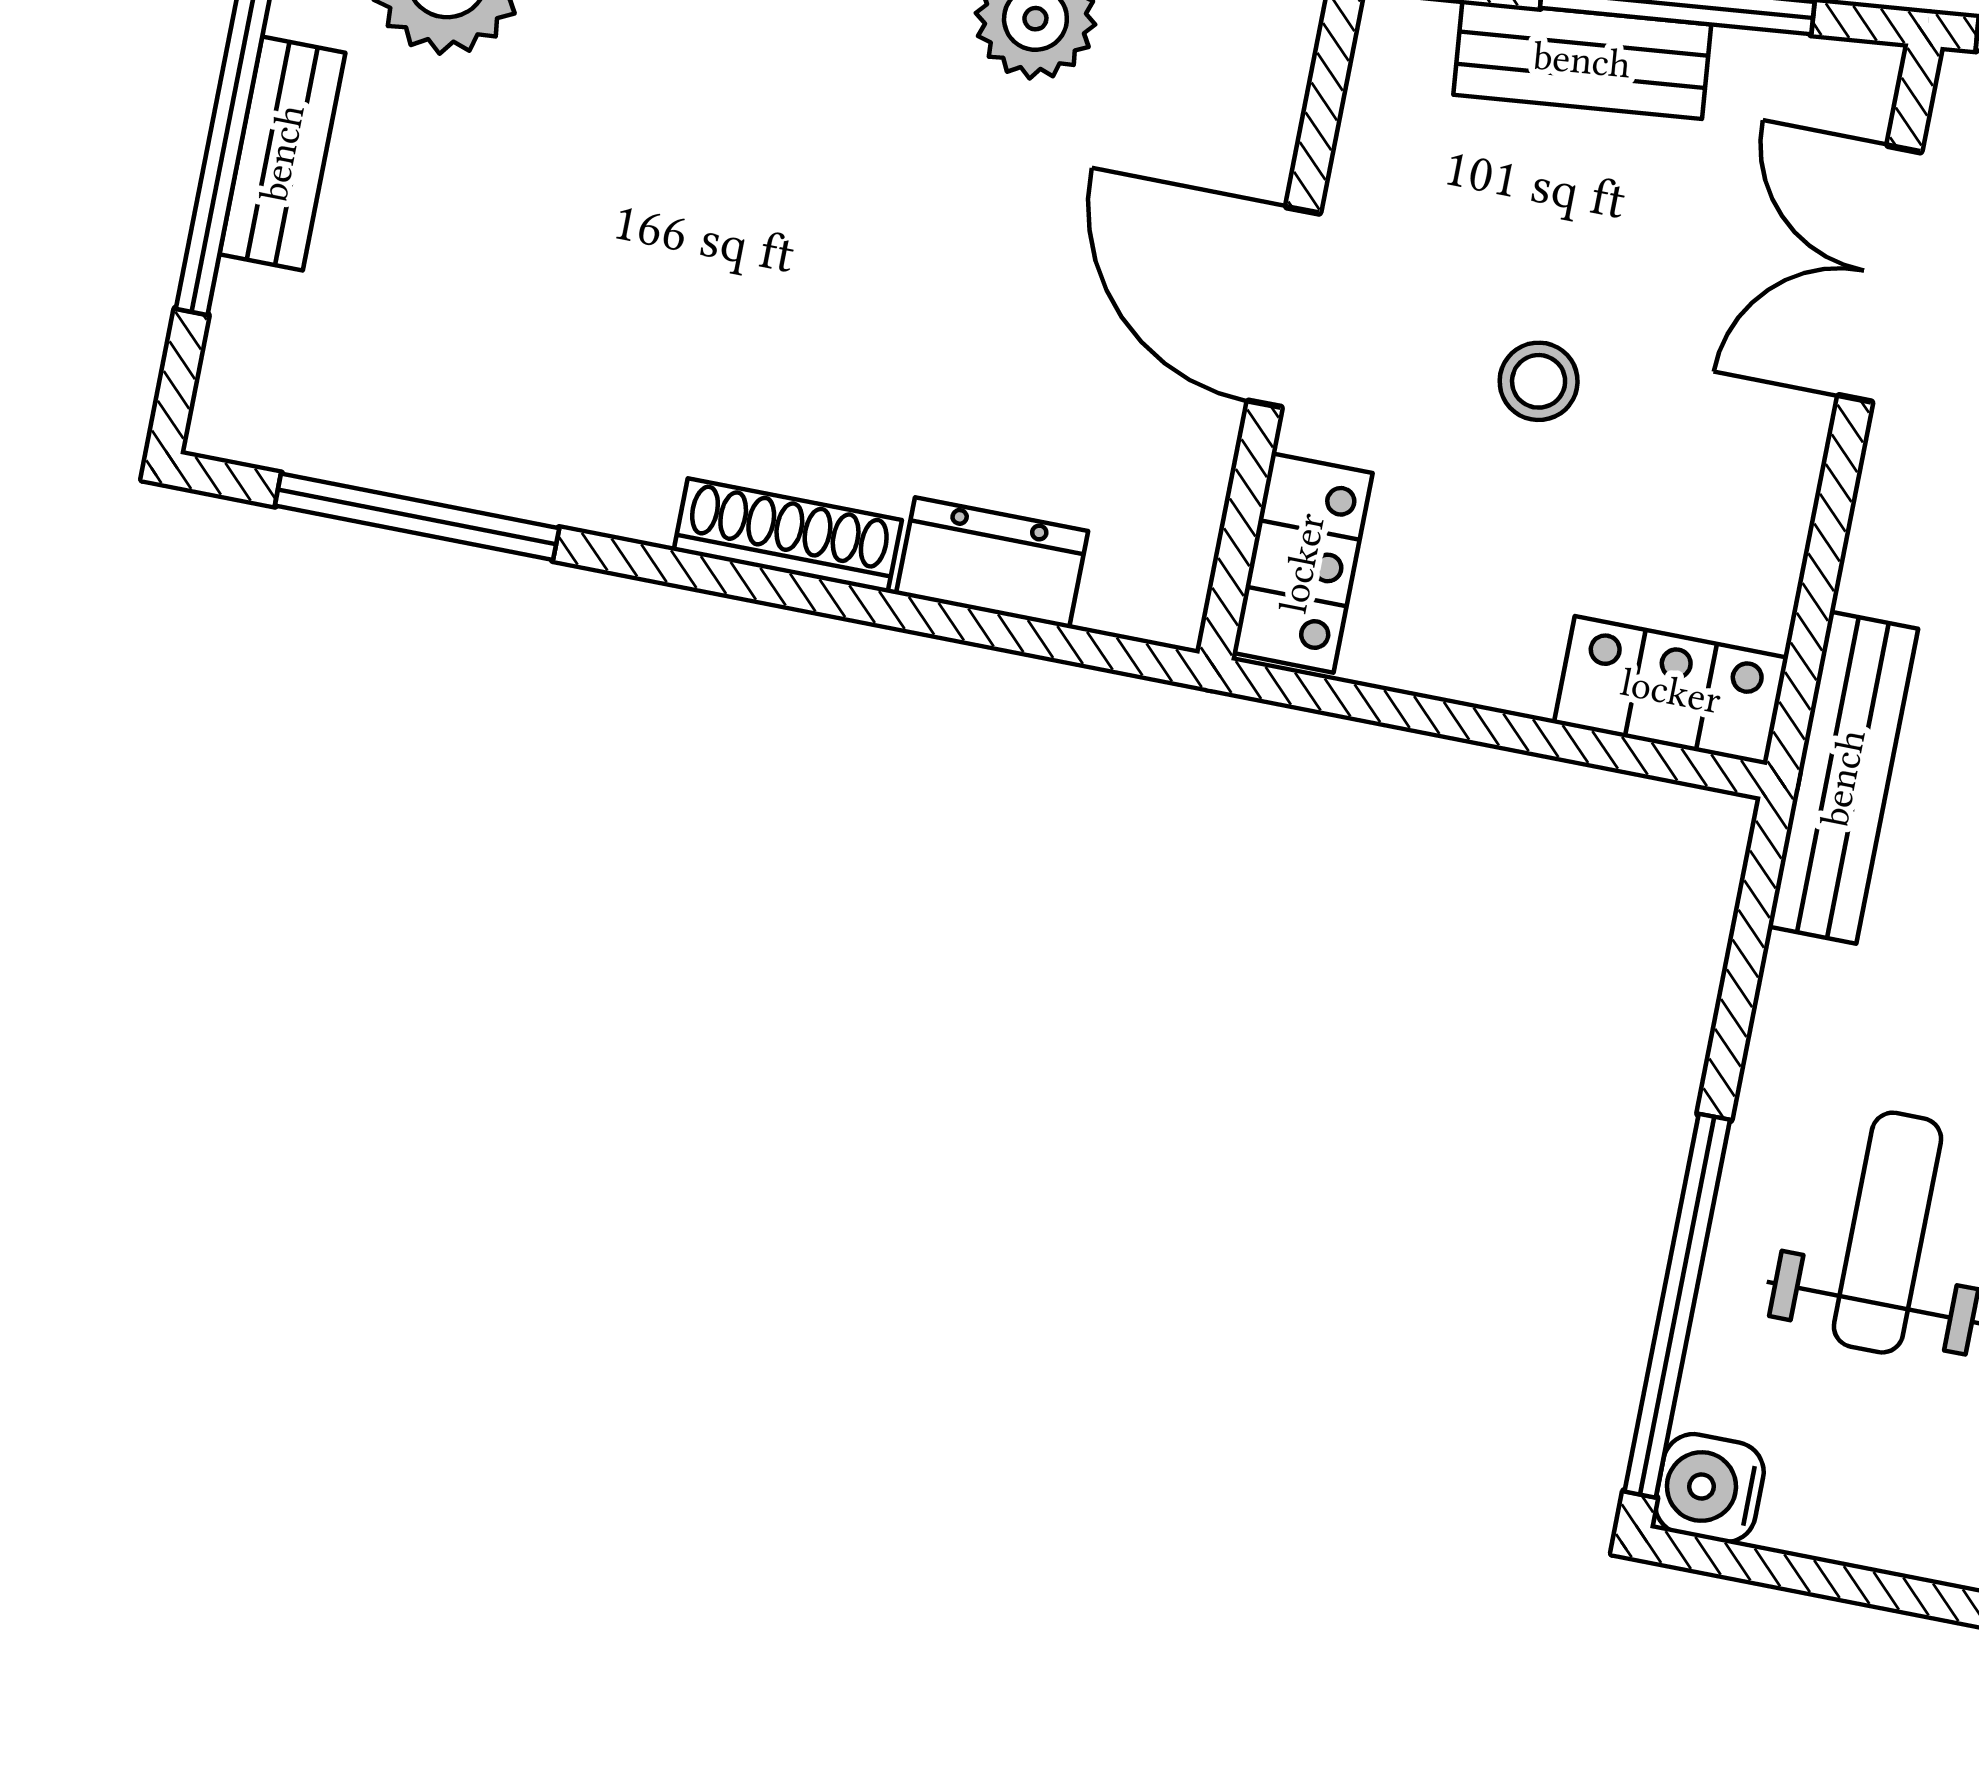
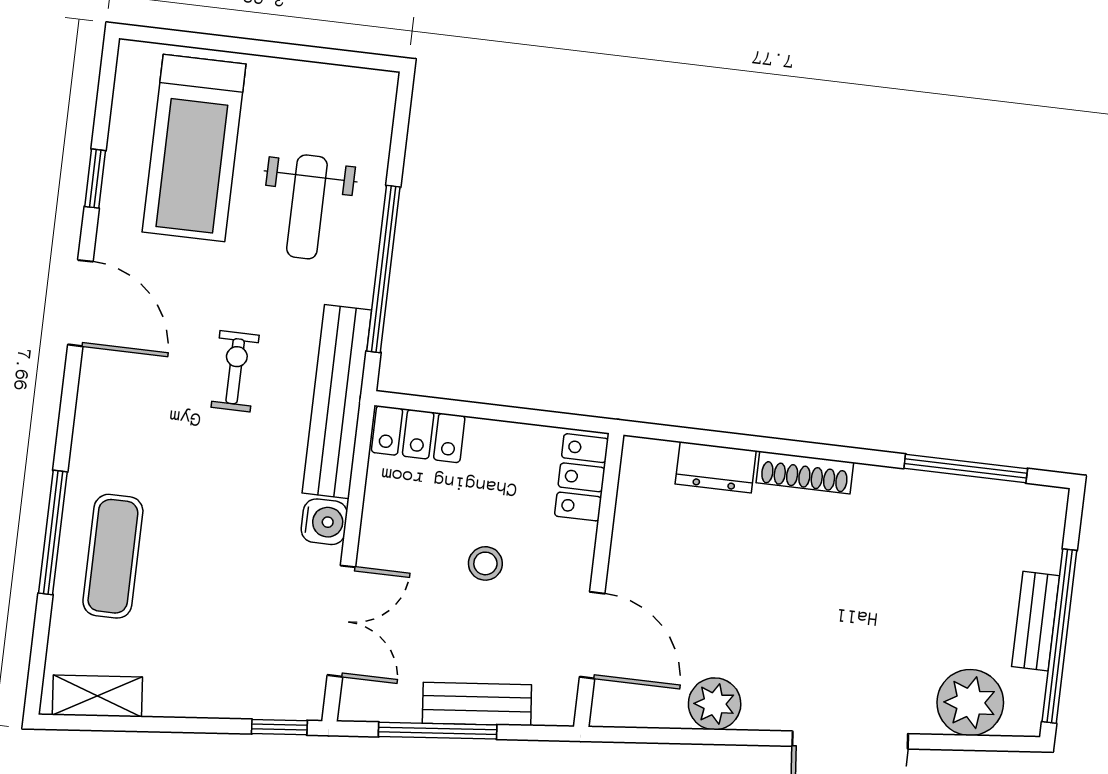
door: (1284, 307) -> (592, 635), moved
bench: (1843, 778) -> (337, 402), width x1.37, depth x1.21
window: (1677, 1306) -> (383, 269), moved
water cooler: (1709, 1488) -> (324, 522), moved

